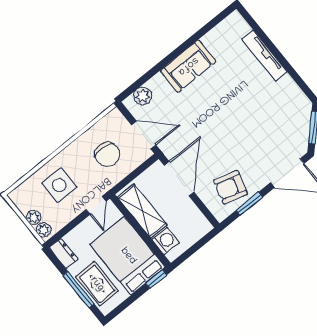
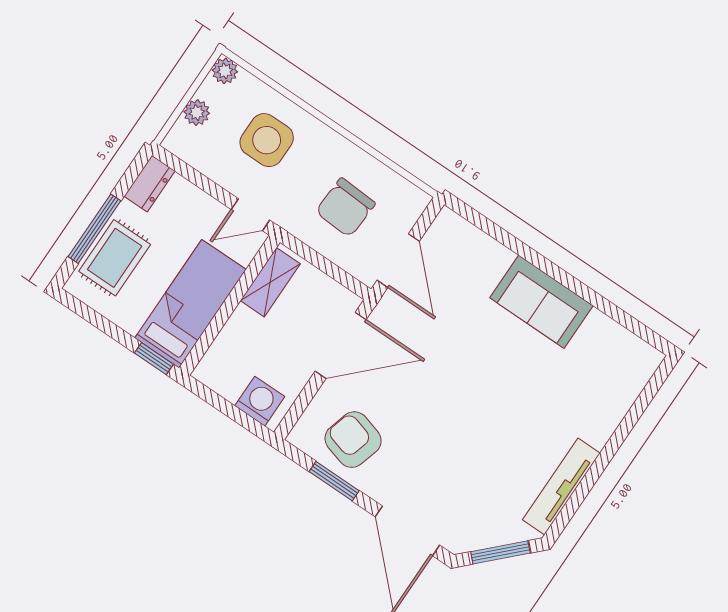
tv unit: (264, 55) -> (561, 486), moved
plant: (143, 96) -> (466, 238), removed
shelving: (142, 211) -> (270, 282), width x0.67, depth x0.75
plant: (43, 230) -> (225, 71), moved
washing machine: (166, 241) -> (260, 401), moved, turned -90
bed: (128, 256) -> (191, 304), width x0.67

